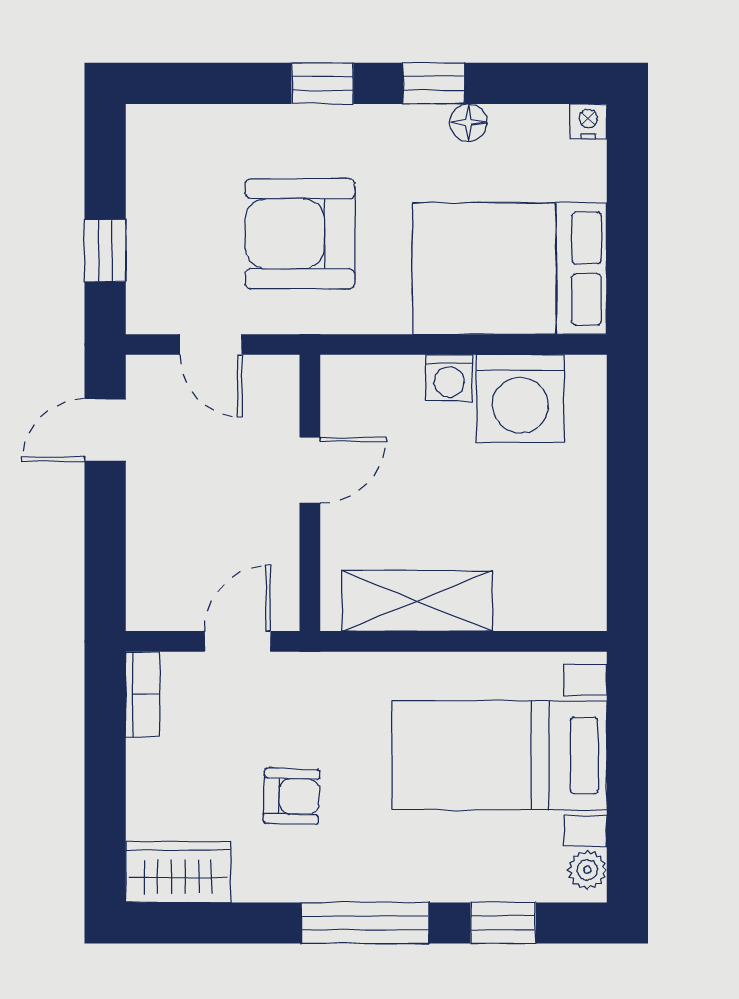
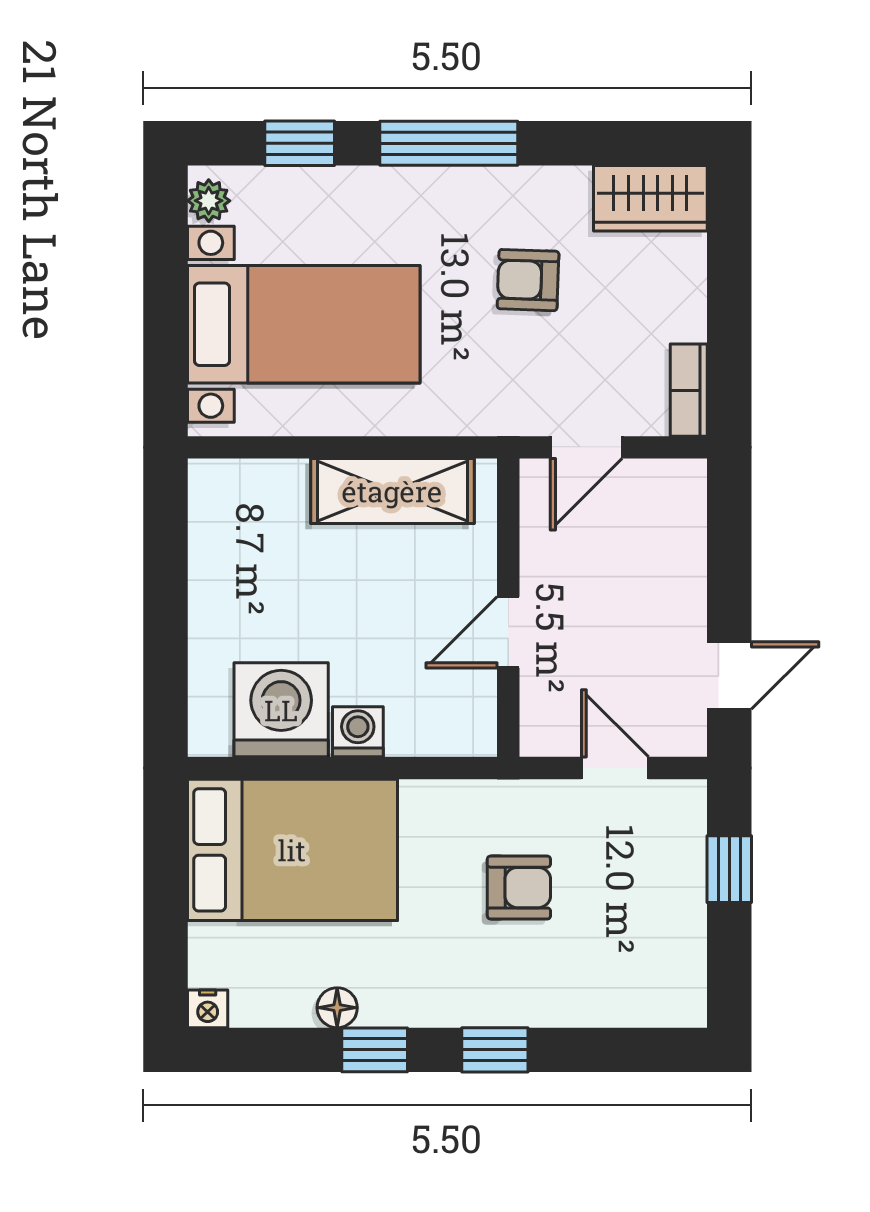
armchair: (300, 234) -> (519, 888), width x0.53, depth x0.53

